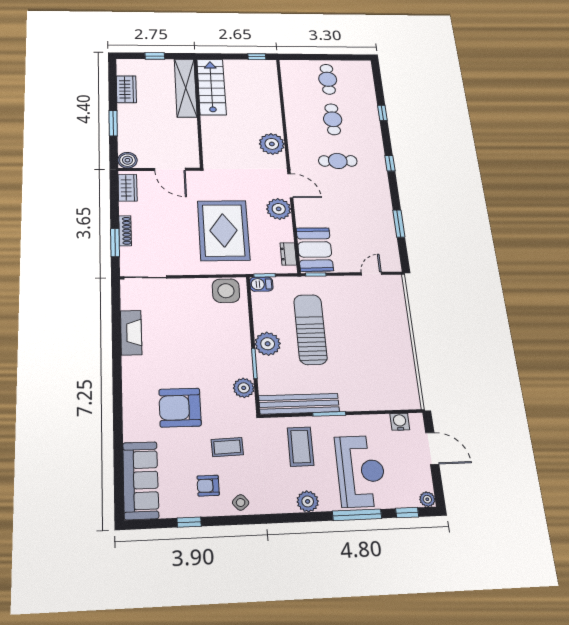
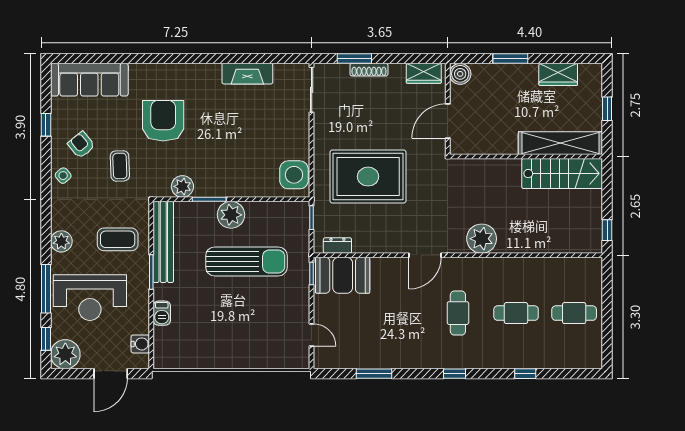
plant: (279, 209) -> (395, 240), removed
barbecue: (261, 284) -> (162, 313), moved, turned 180
armchair: (208, 486) -> (81, 145), turned -39
plant: (427, 499) -> (65, 354), width x1.87, depth x1.87

